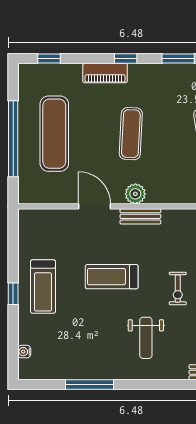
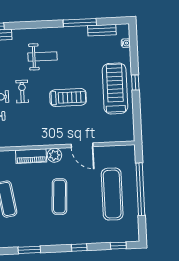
window: (126, 58) -> (79, 247), moved
piano: (105, 73) -> (31, 156), moved, turned 180
bench: (140, 216) -> (102, 30), moved
treadmill: (43, 287) -> (115, 88), width x1.37, depth x1.38
weight bench: (146, 338) -> (42, 56), turned 90

